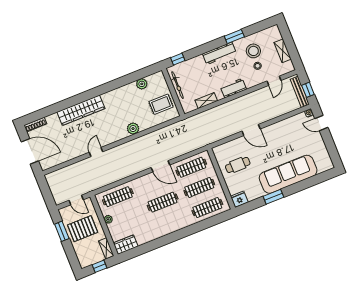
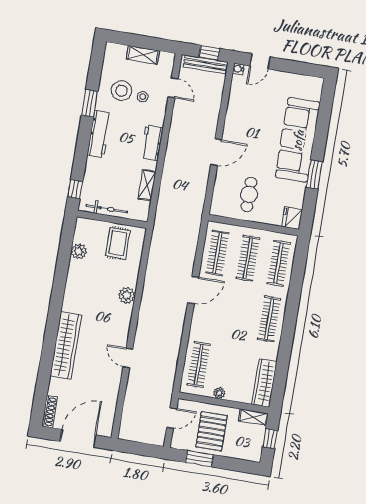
clothes rail: (163, 202) -> (269, 319), moved
wardrobe: (126, 245) -> (264, 383), width x1.50

